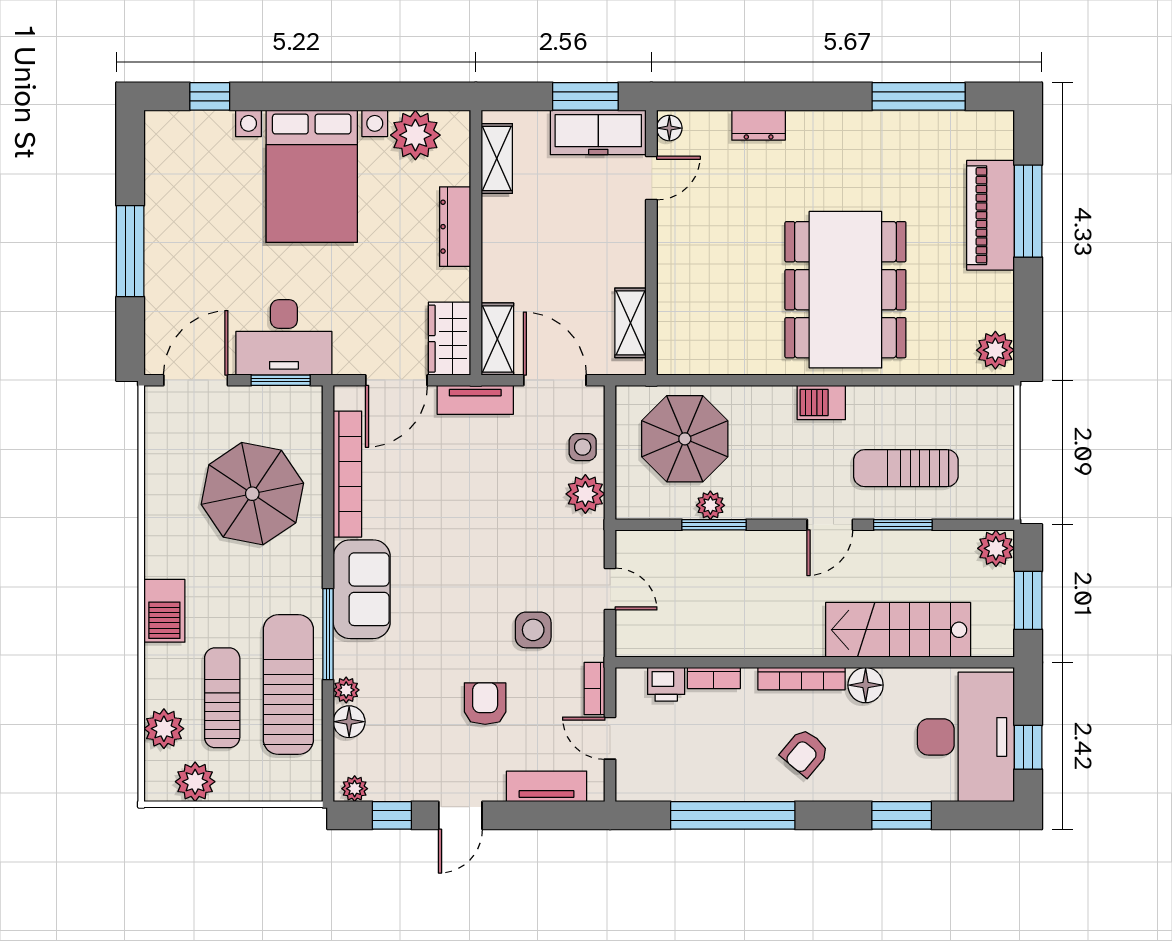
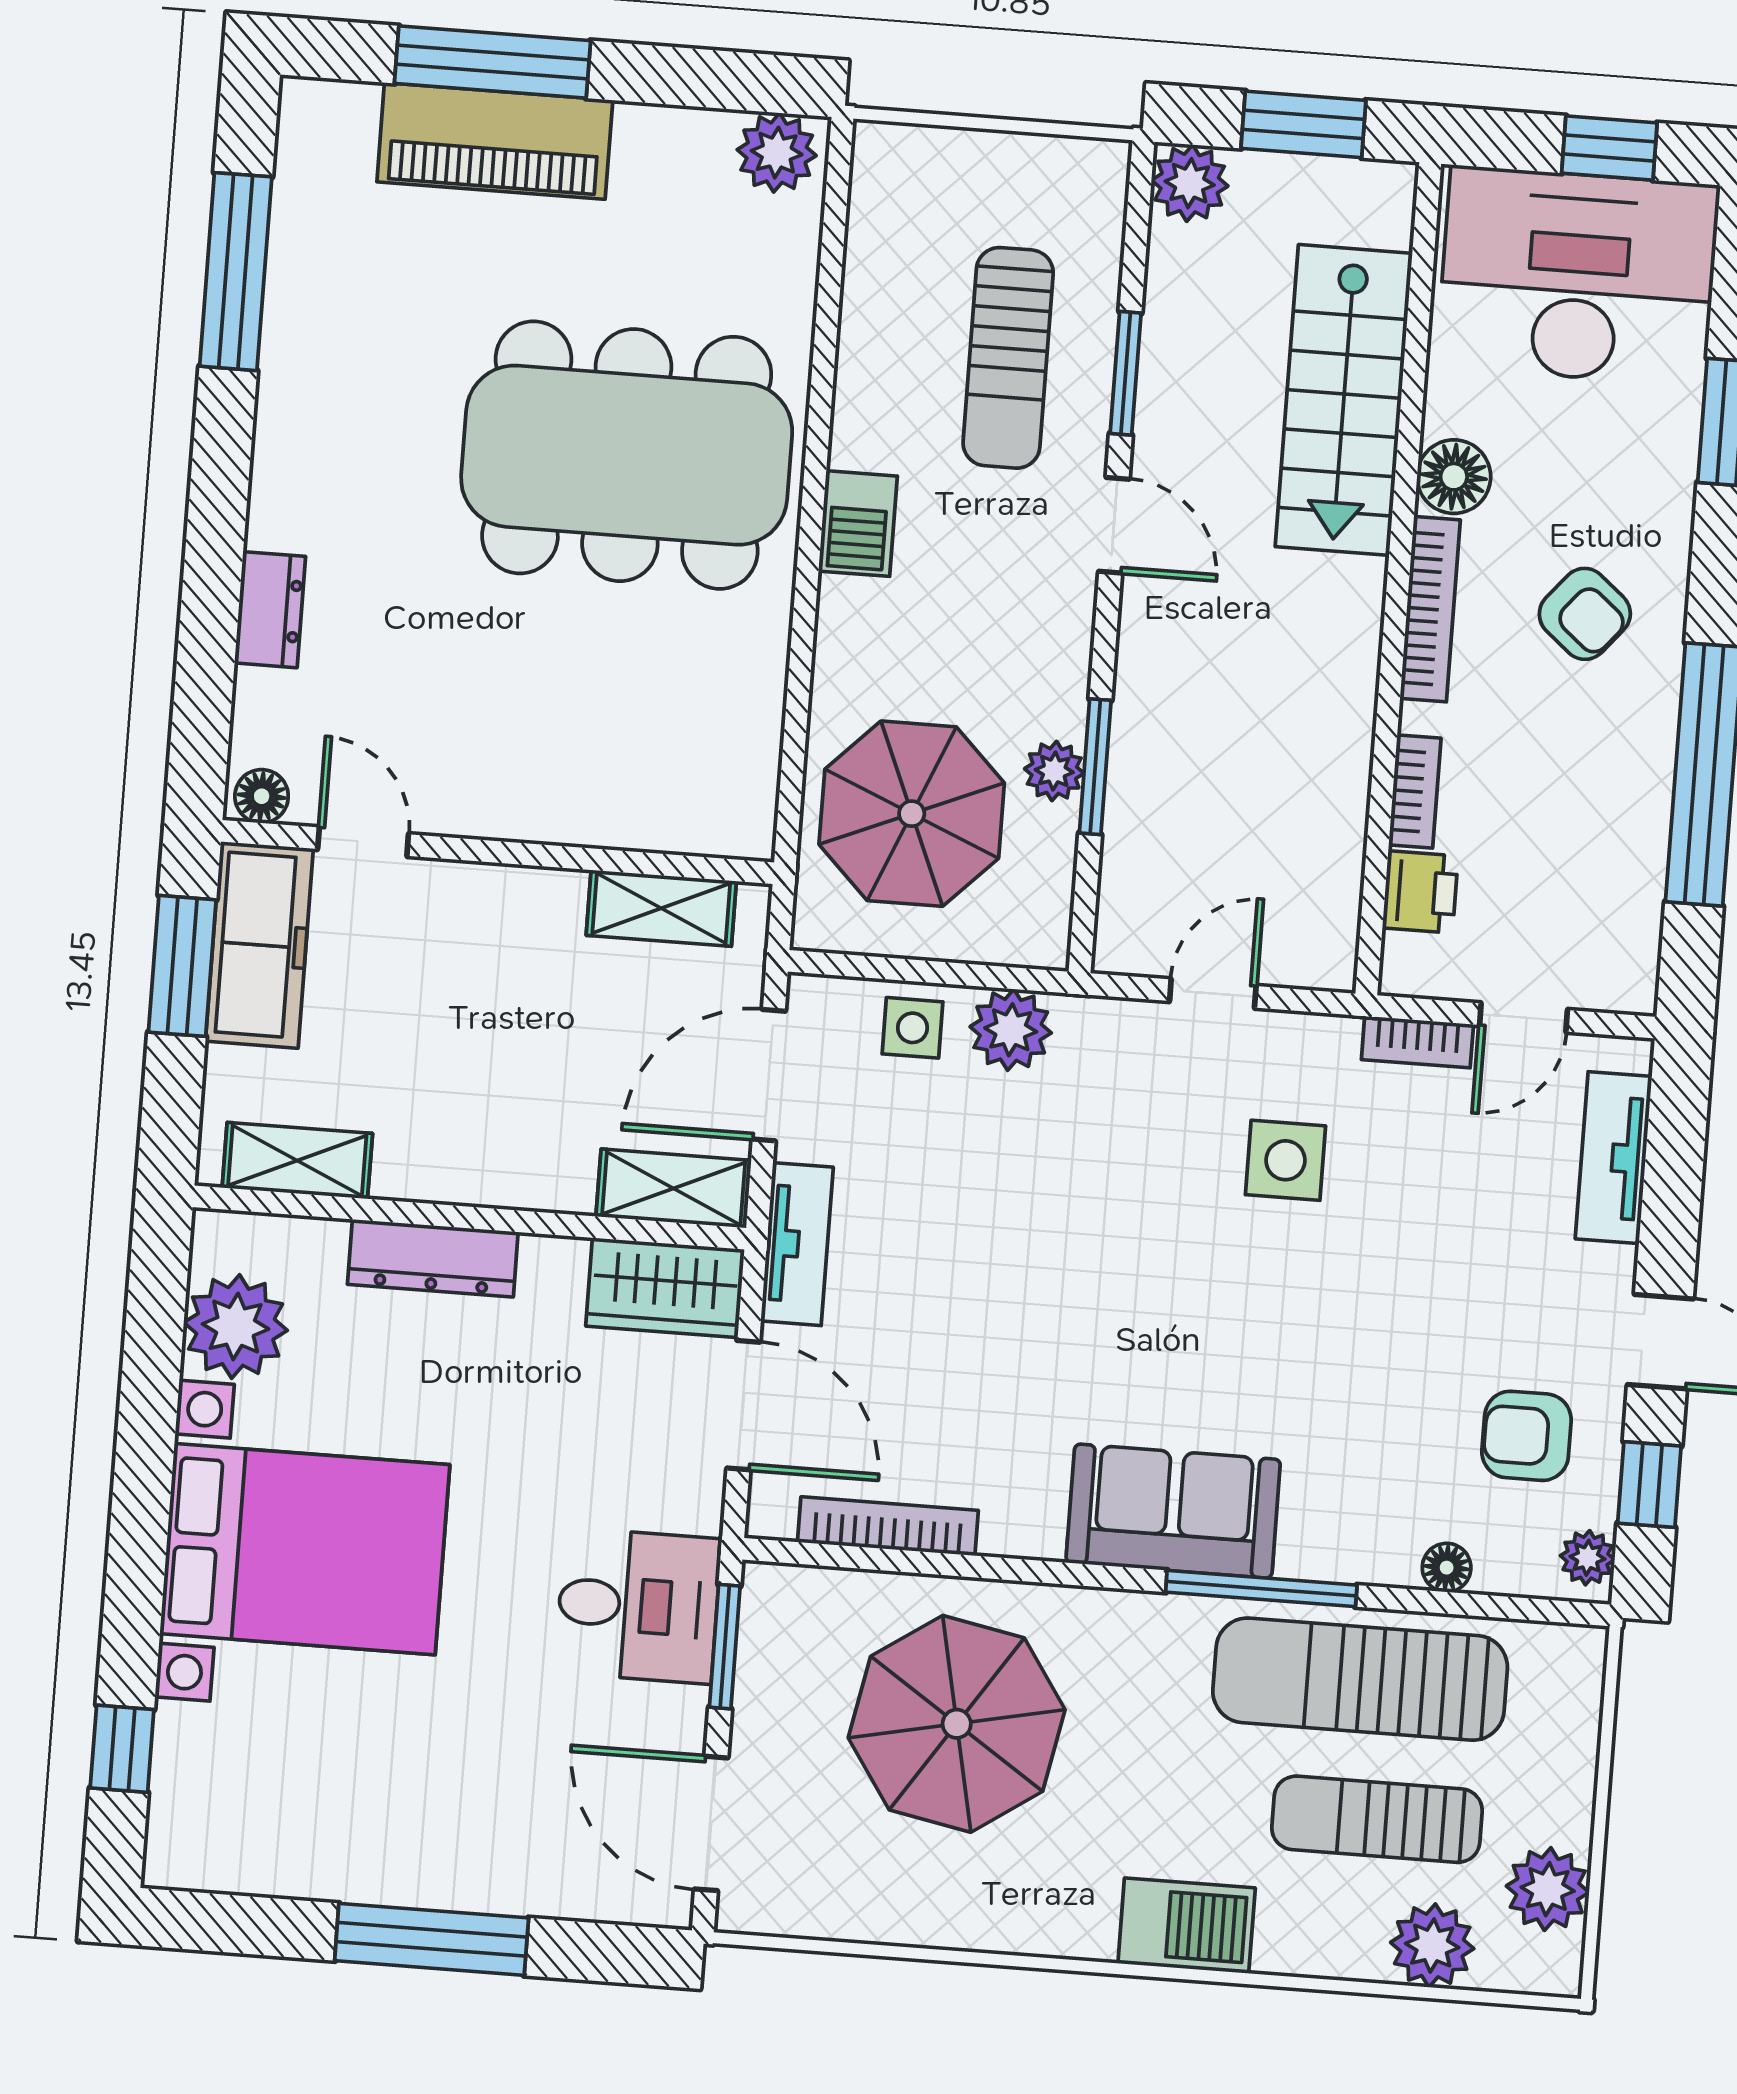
desk: (284, 337) -> (638, 1606), width x0.73
bookcase: (347, 474) -> (888, 1526), width x0.68, depth x0.76
plant: (346, 690) -> (1381, 1560), removed
armchair: (485, 704) -> (1527, 1436), moved
floor lamp: (349, 722) -> (1447, 1568), width x0.73, depth x0.73

